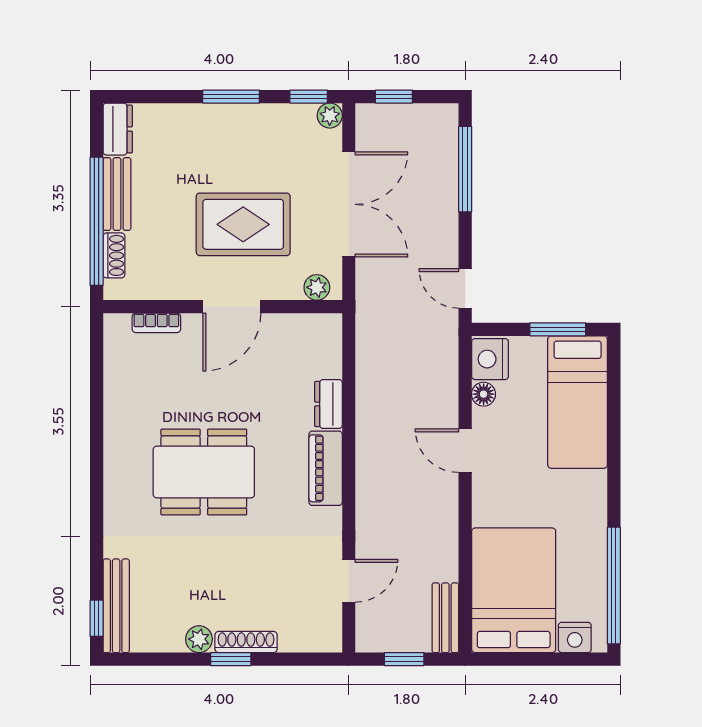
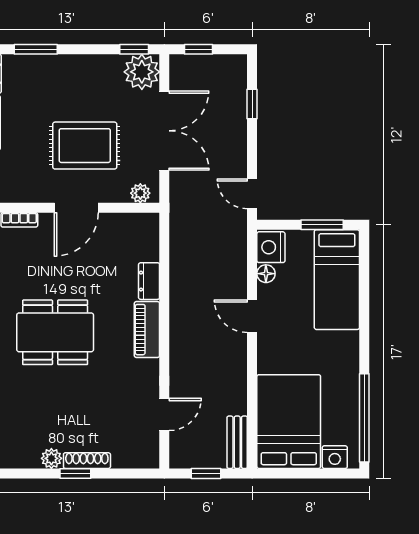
window: (231, 97) -> (36, 49), moved
plant: (330, 116) -> (142, 72), width x1.87, depth x1.87
window: (465, 169) -> (252, 104), width x0.46

